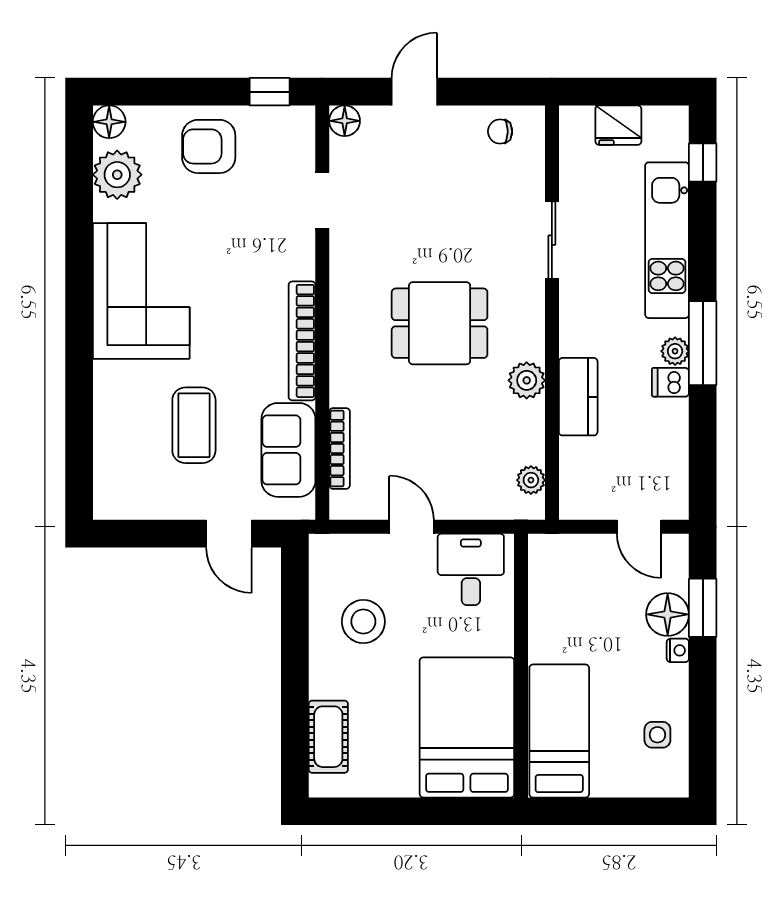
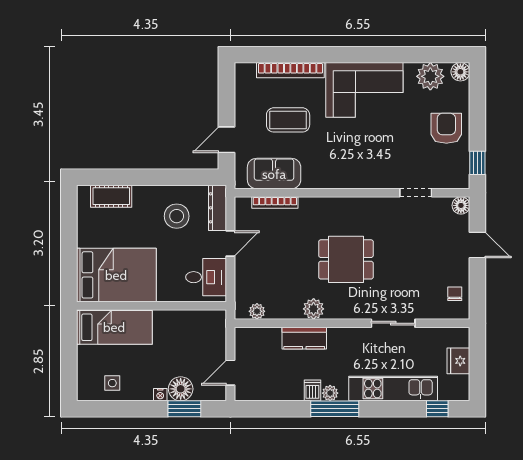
dining table: (440, 323) -> (346, 259), turned 90
bookcase: (302, 341) -> (290, 70), moved, turned 180
dresser: (349, 549) -> (218, 208), added

